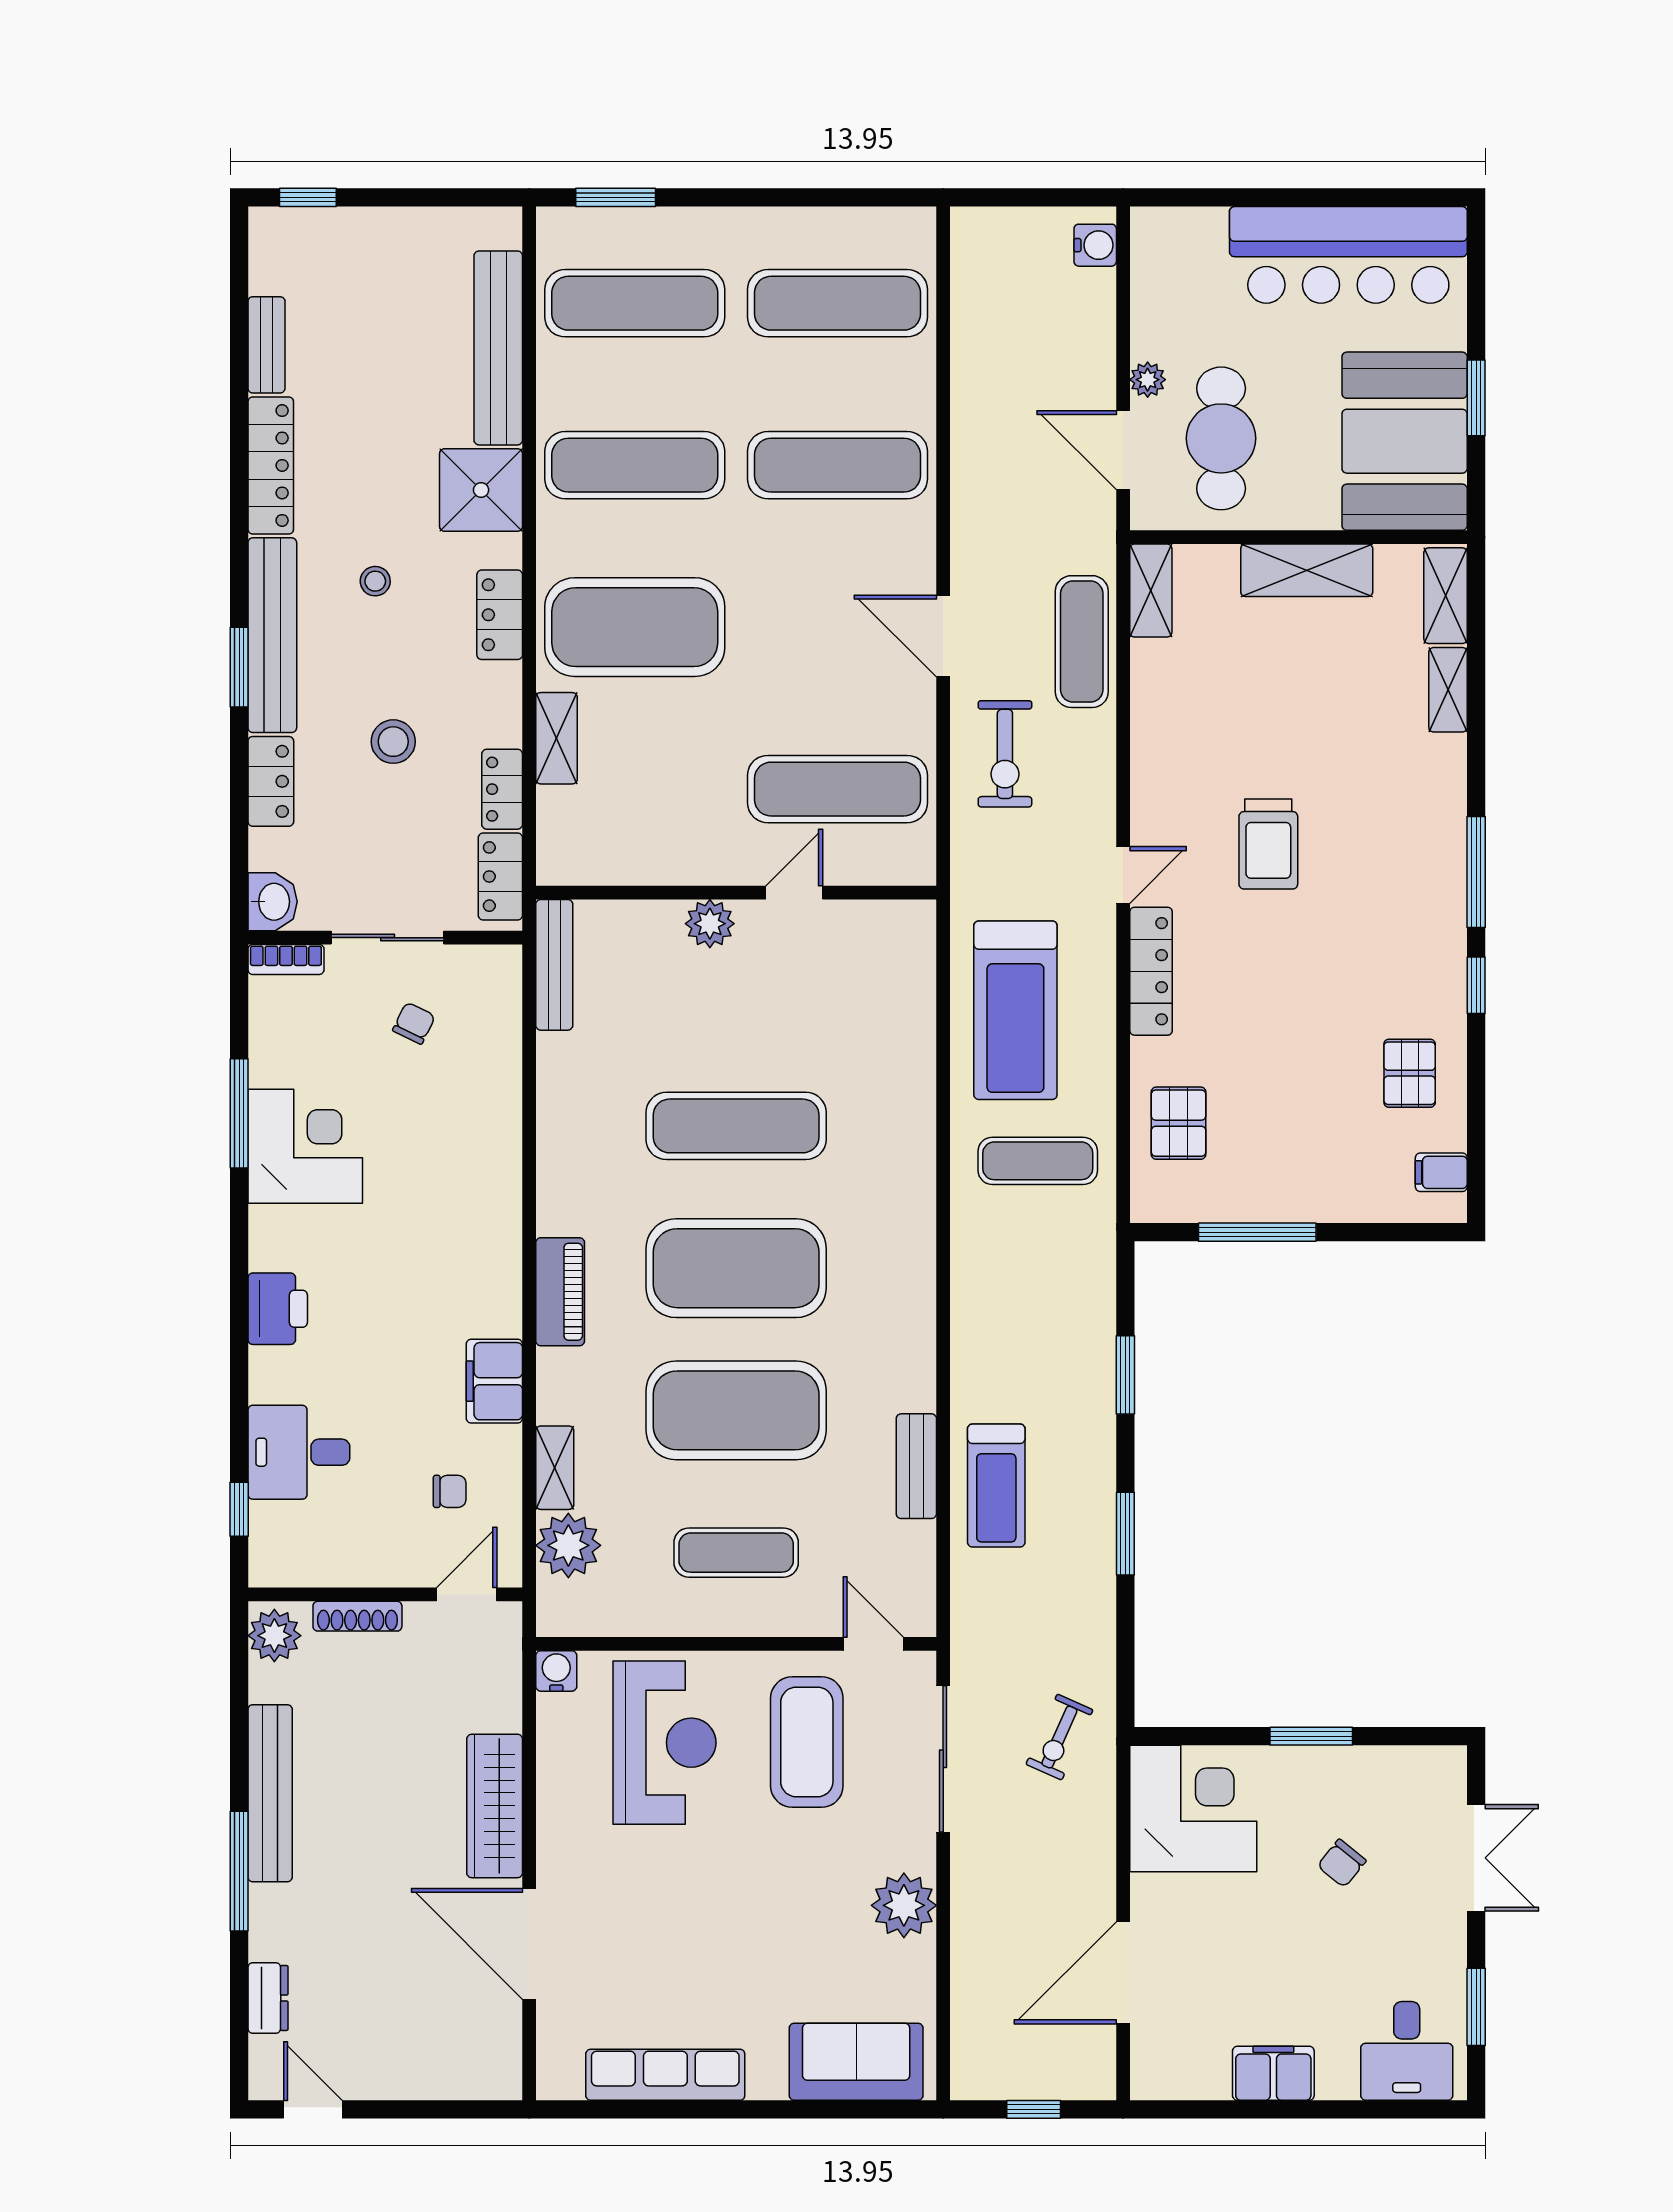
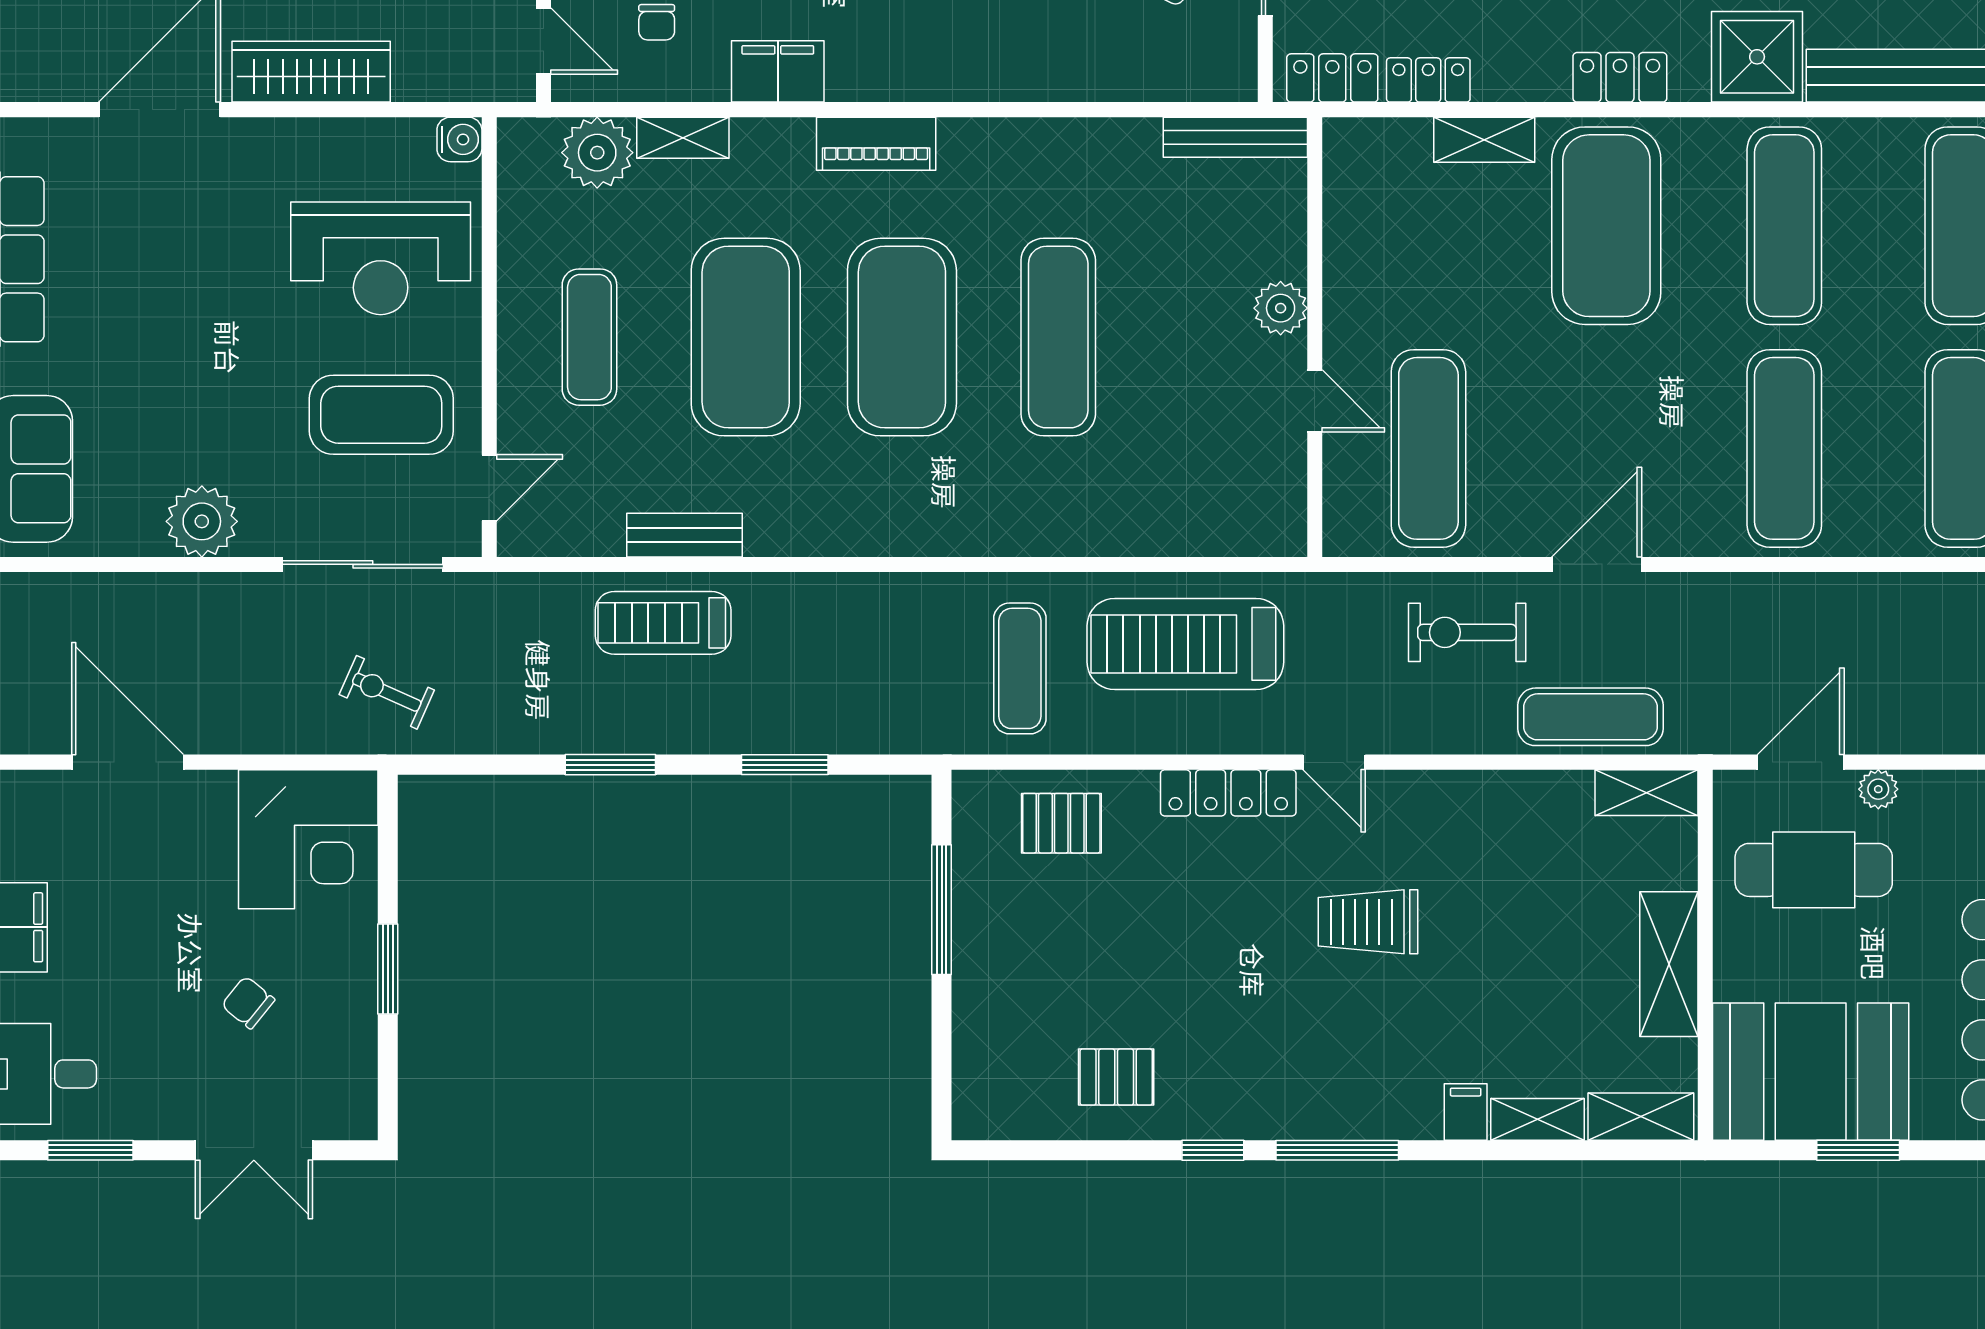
filing cabinet: (1441, 1172) -> (1466, 1112), moved

